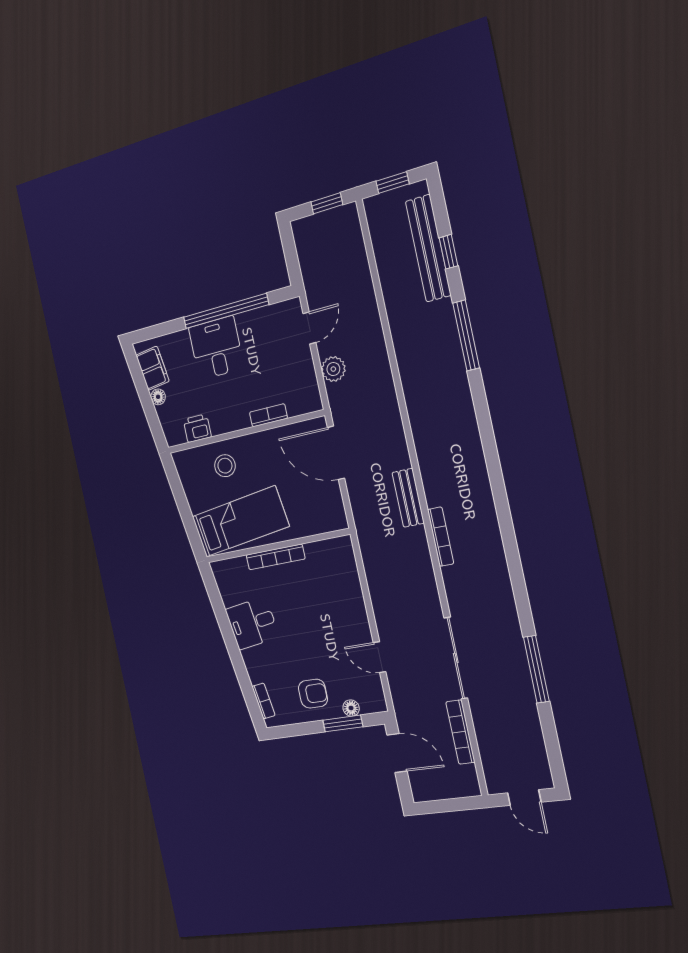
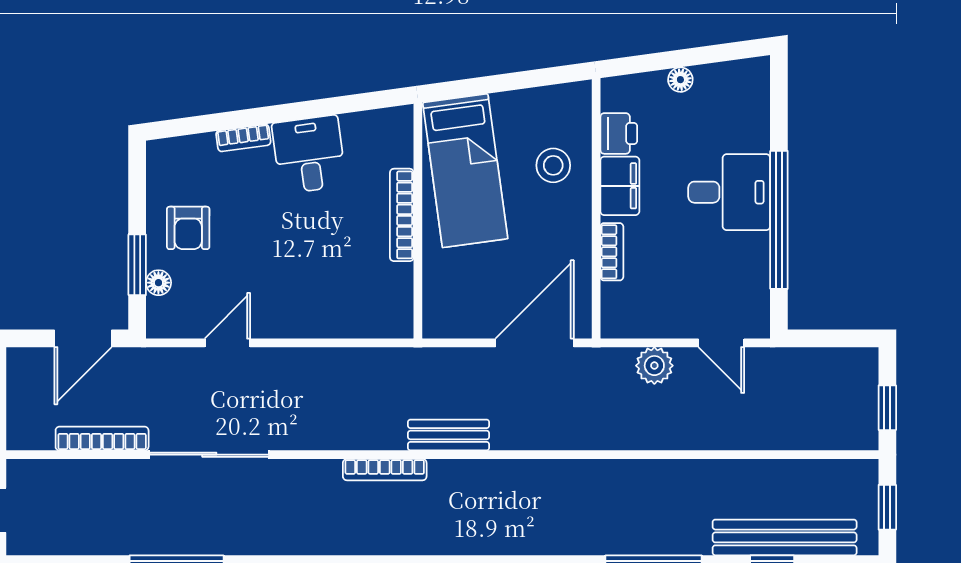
filing cabinet: (153, 368) -> (620, 186), moved, turned -82
bookcase: (263, 701) -> (243, 138), moved

